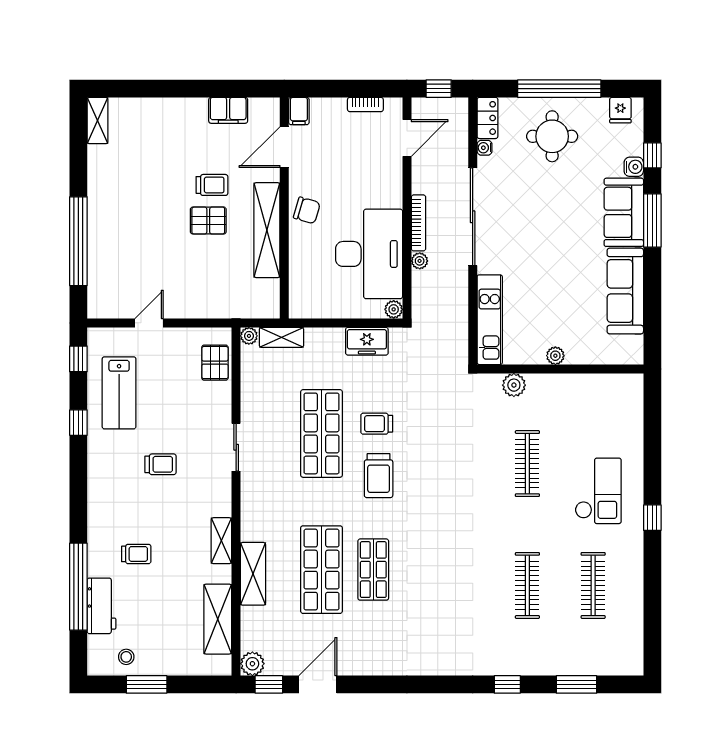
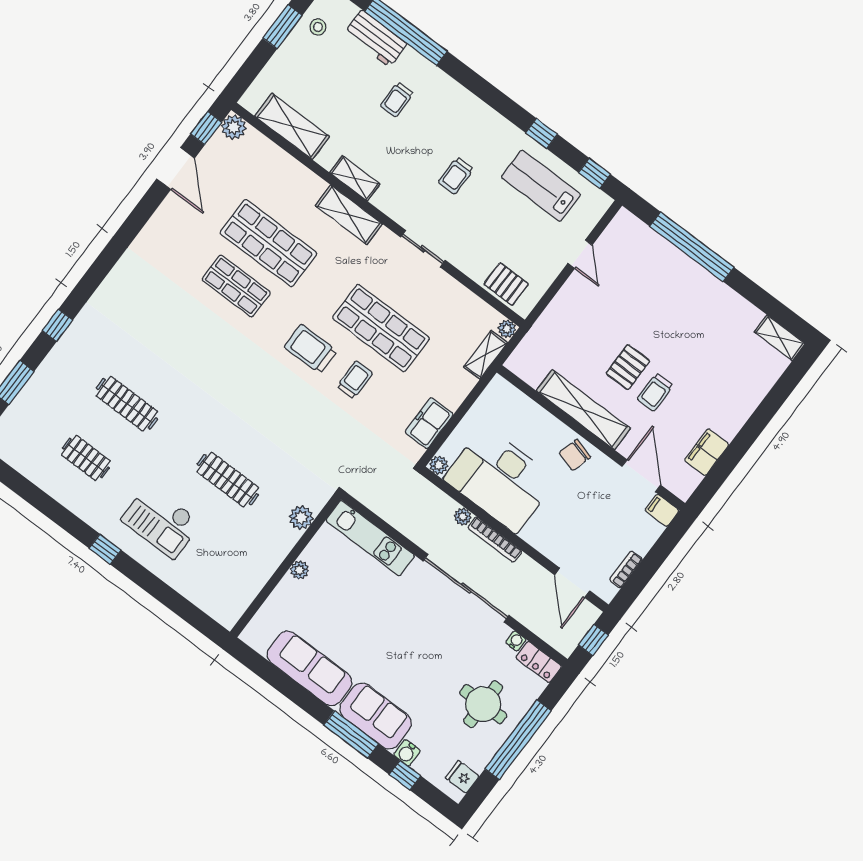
shelving: (253, 574) -> (349, 215), moved
clothes rail: (593, 585) -> (86, 458), width x0.73

